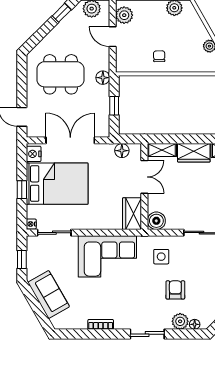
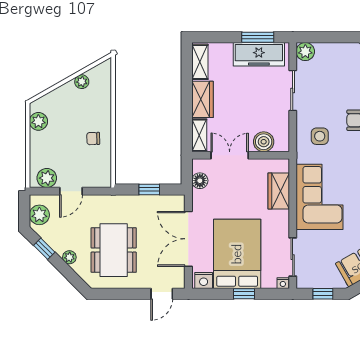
plant: (54, 35) -> (69, 257), added
floor lamp: (103, 78) -> (117, 202), removed
wardrobe: (132, 214) -> (279, 191), moved, turned 90
boiler: (156, 221) -> (264, 142), moved

